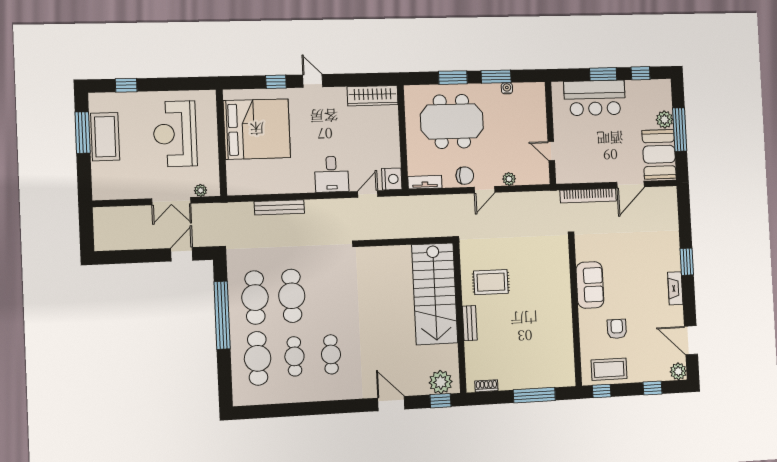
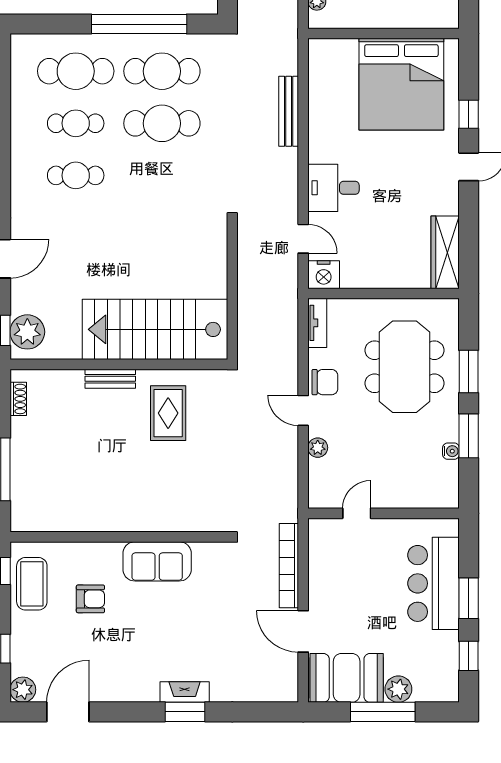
chair: (465, 176) -> (325, 382), turned -90
fireplace: (675, 288) -> (185, 692), moved

